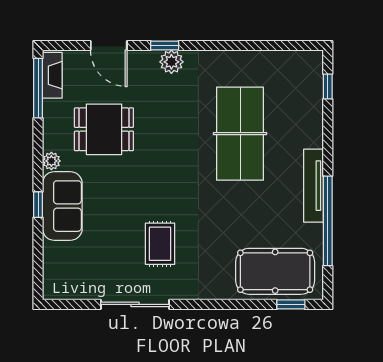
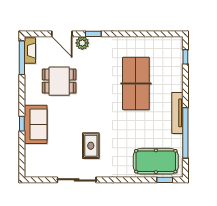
plant: (171, 62) -> (82, 43), moved
plant: (51, 161) -> (29, 99), removed

